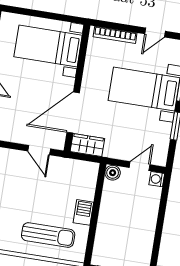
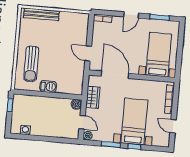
wardrobe: (87, 145) -> (93, 97), moved
door: (39, 150) -> (88, 54), hinge flipped
plant: (160, 159) -> (88, 136), added
washing machine: (157, 179) -> (25, 130), moved

